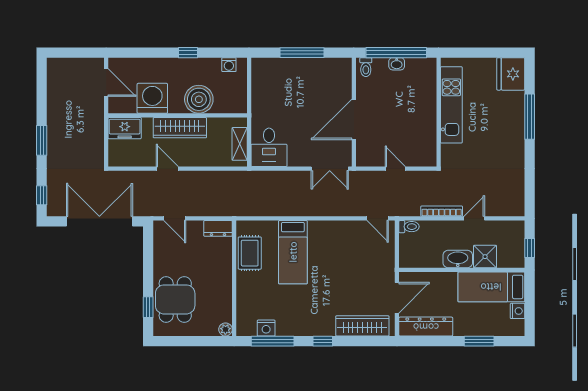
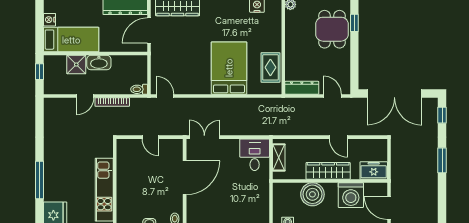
dresser: (218, 228) -> (302, 88), width x1.44
bed: (293, 252) -> (229, 68), width x1.50

